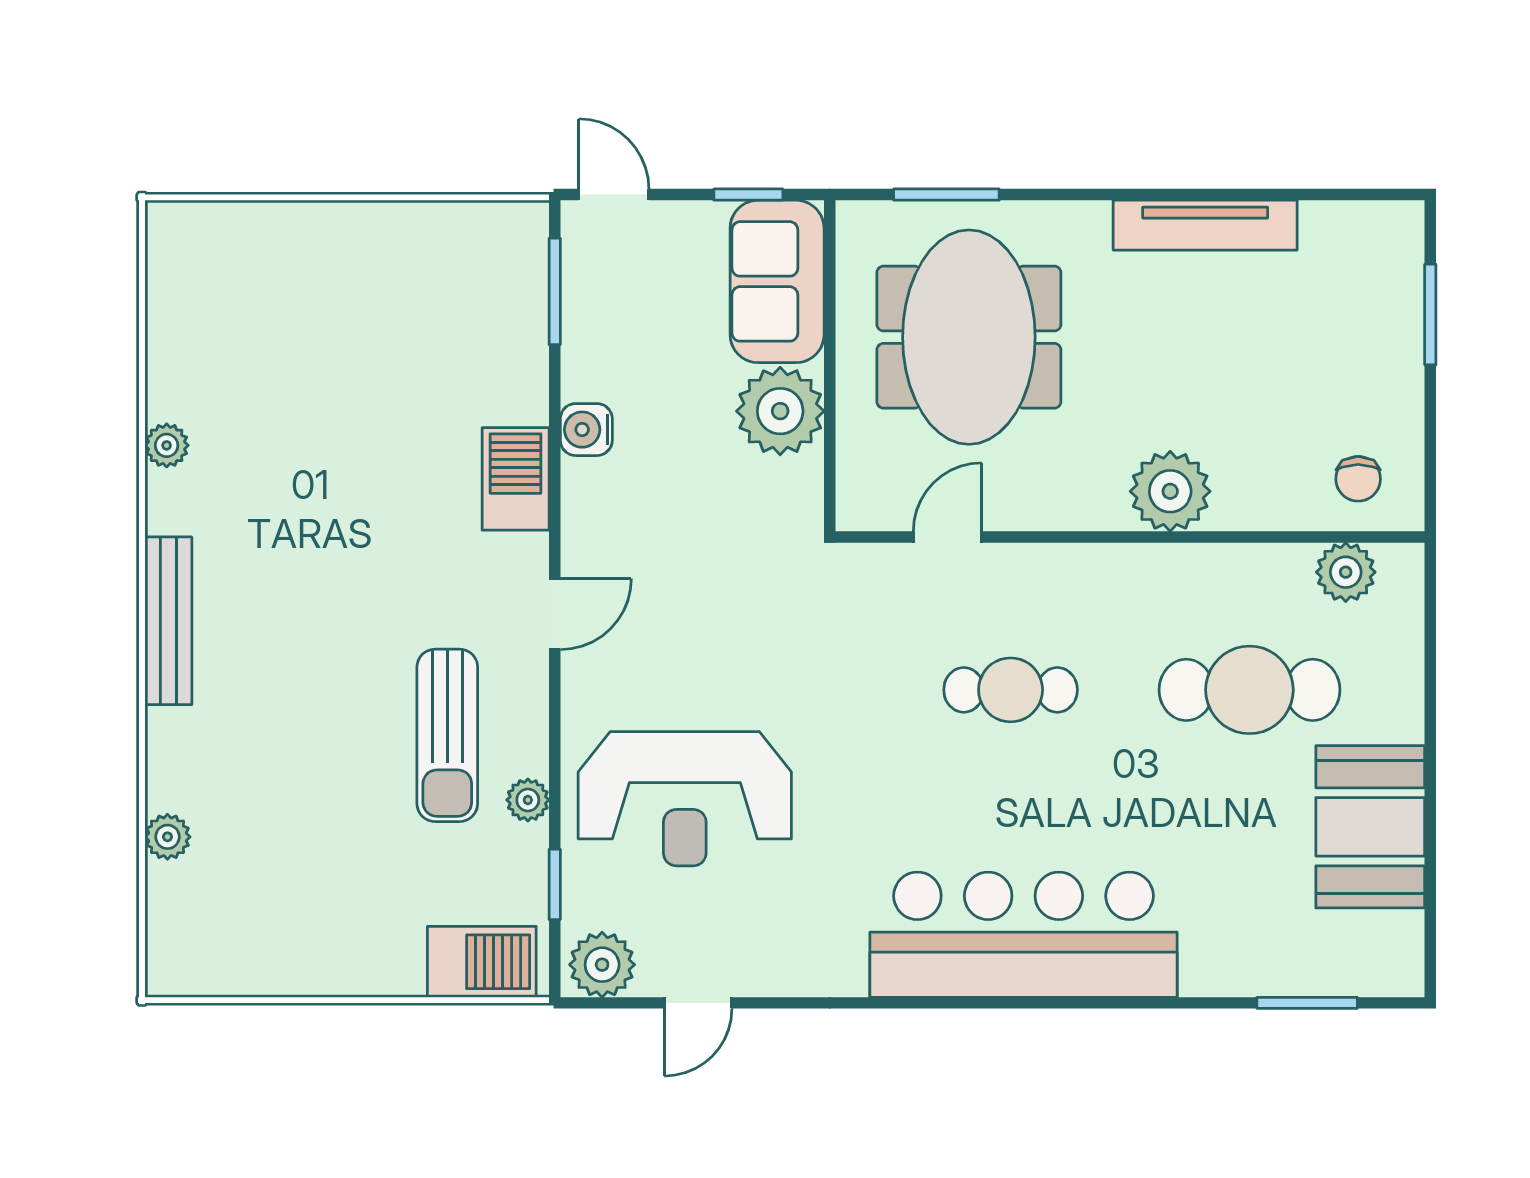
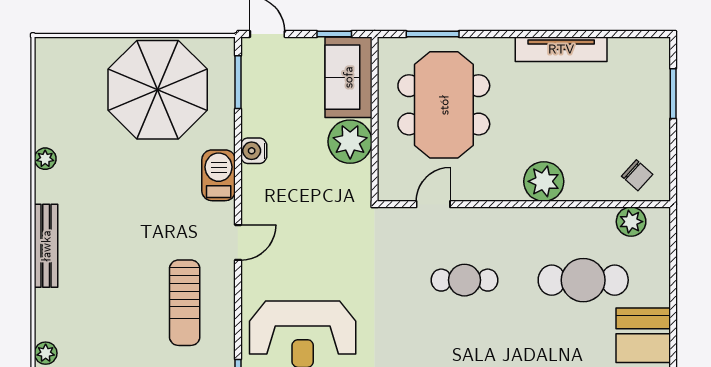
parasol: (393, 307) -> (158, 90), added
chair: (1358, 479) -> (637, 175), turned -48
plant: (528, 800) -> (225, 335), removed

